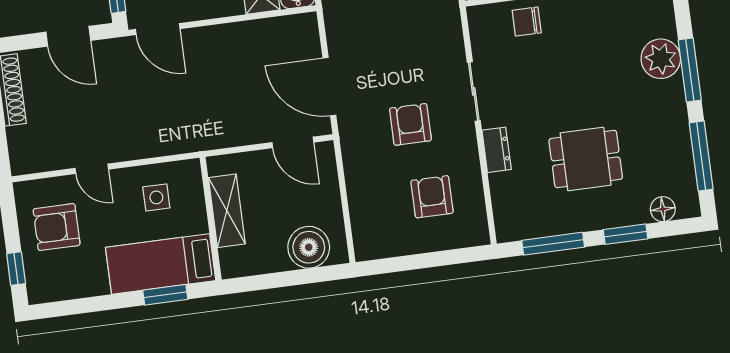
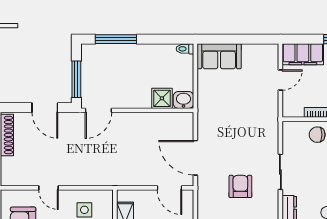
door: (158, 29) -> (98, 110), hinge flipped

